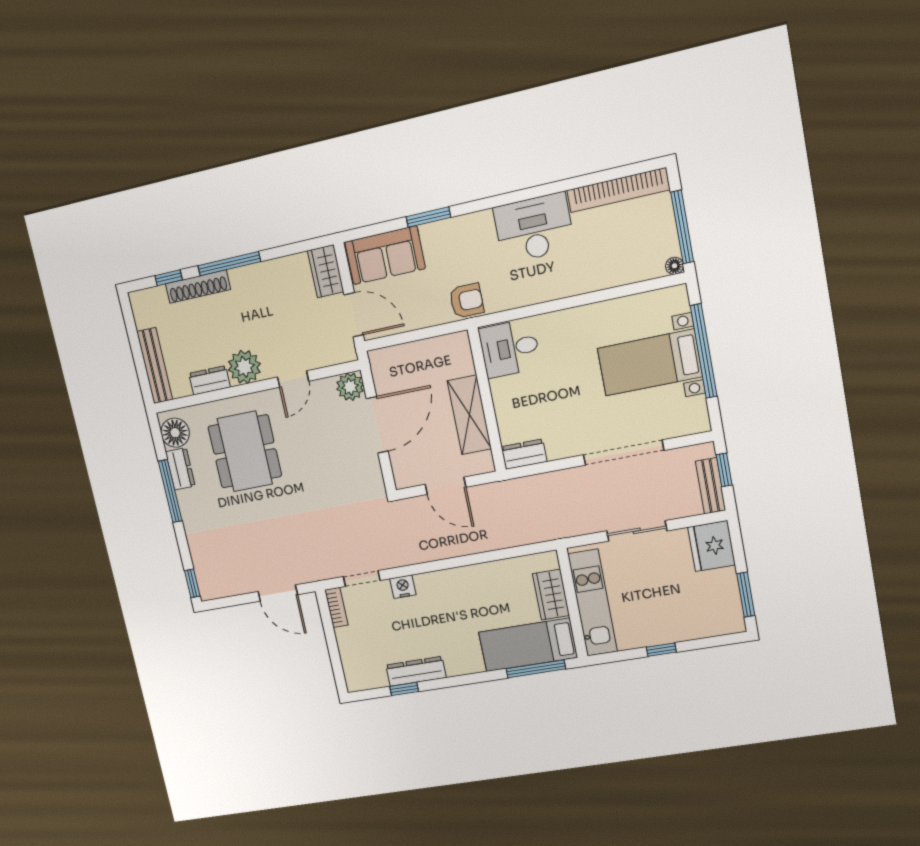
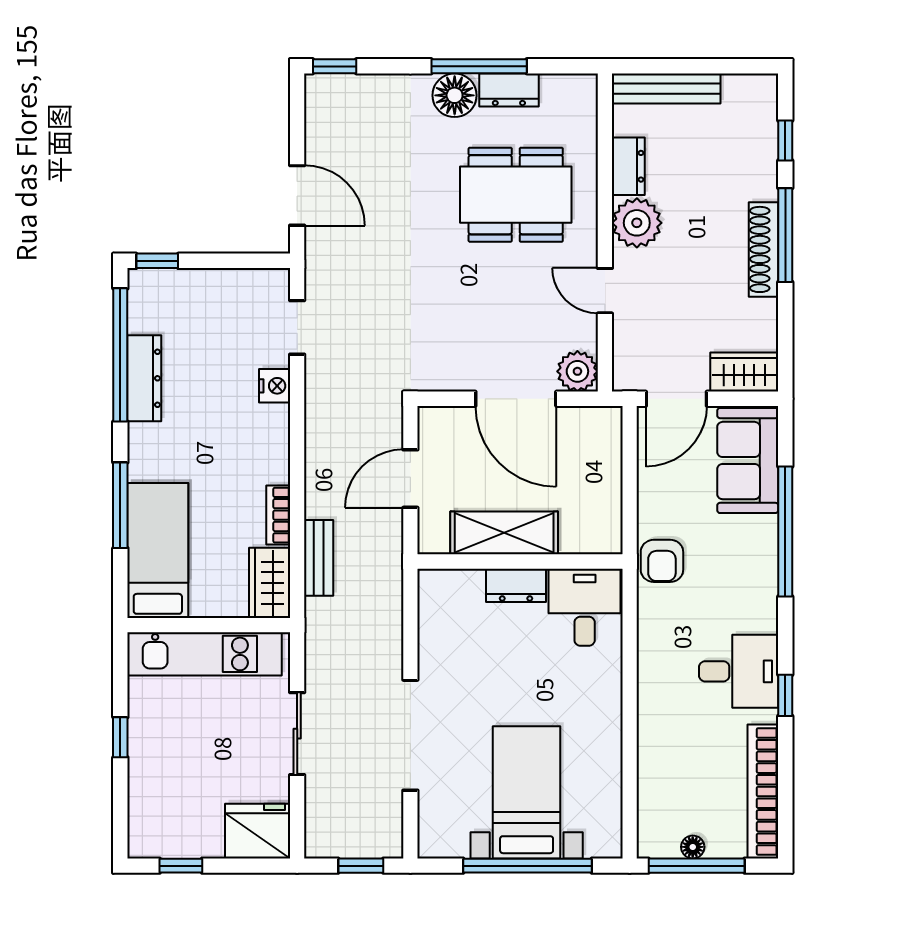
window: (545, 190) -> (785, 695), added
window: (428, 217) -> (785, 531), width x2.11
desk: (534, 228) -> (739, 671), width x0.73
floor lamp: (674, 266) -> (693, 847), moved
shoe rack: (198, 287) -> (764, 249), moved
floor lamp: (175, 433) -> (455, 95), moved
dresser: (524, 454) -> (516, 585), moved, turned 90
bench: (711, 486) -> (319, 558), moved, turned 90
door: (278, 593) -> (297, 195), swing flipped
wardrobe: (551, 595) -> (270, 583), moved, turned -90
window: (746, 595) -> (181, 866), width x0.67
bookcase: (336, 607) -> (278, 515), moved, turned 90
window: (536, 669) -> (120, 505), moved
window: (339, 675) -> (157, 261), added
window: (404, 689) -> (120, 355), width x3.17

